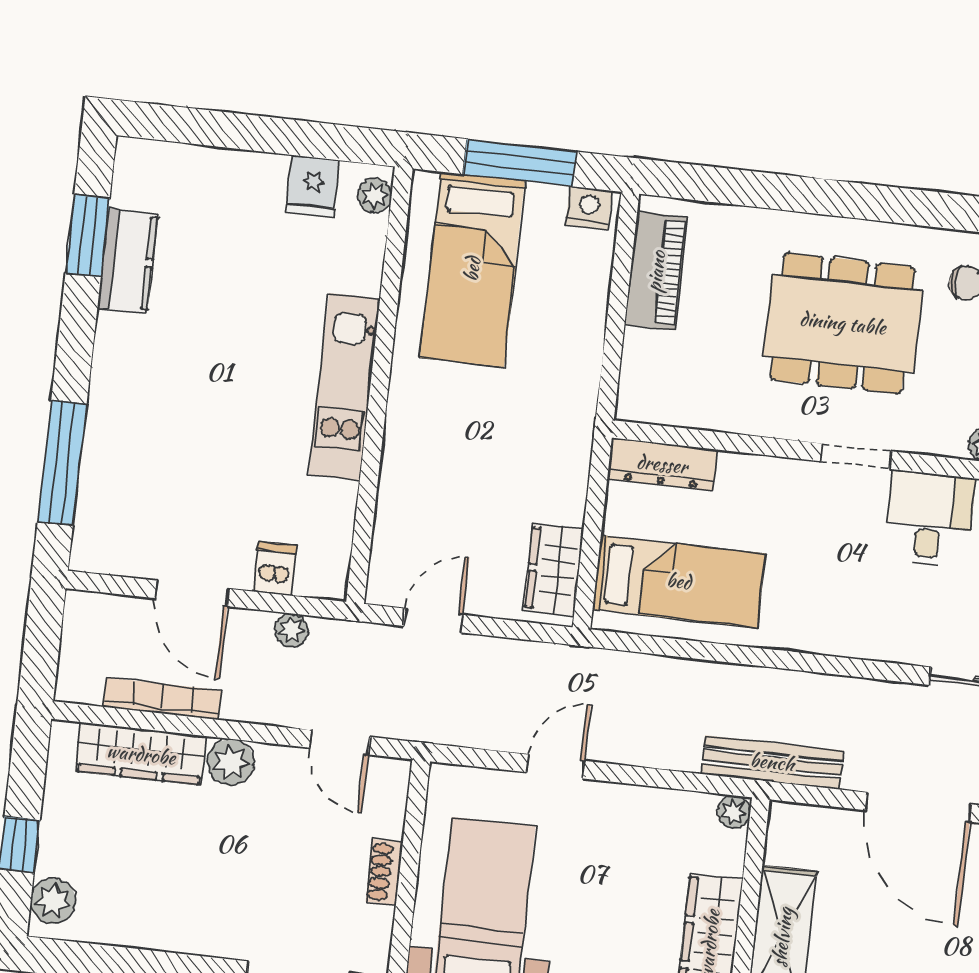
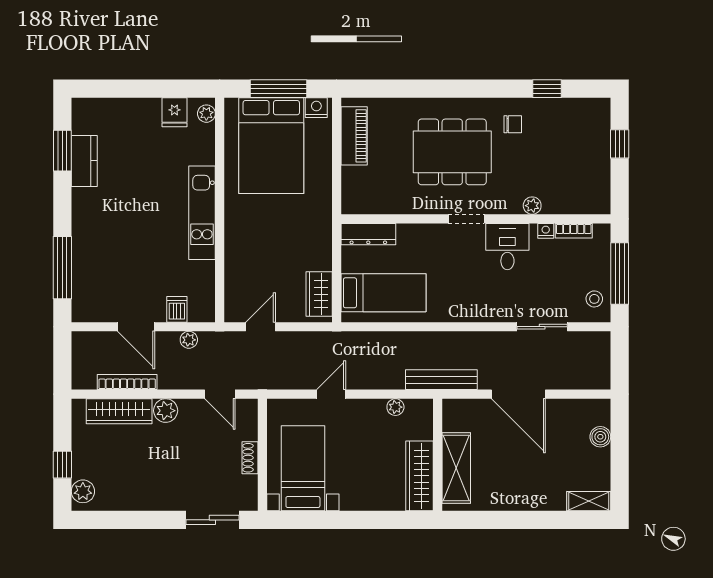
bed: (472, 269) -> (271, 146), width x1.50
plant: (734, 812) -> (395, 407), moved

